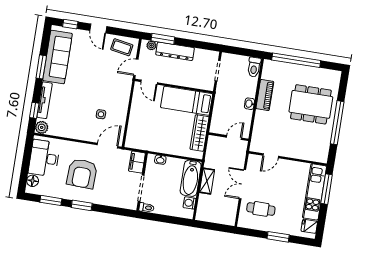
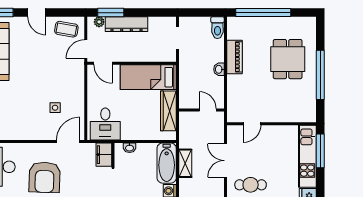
dining table: (311, 104) -> (288, 59), width x0.73
desk: (142, 136) -> (105, 124), added
door: (234, 138) -> (208, 110), hinge flipped

